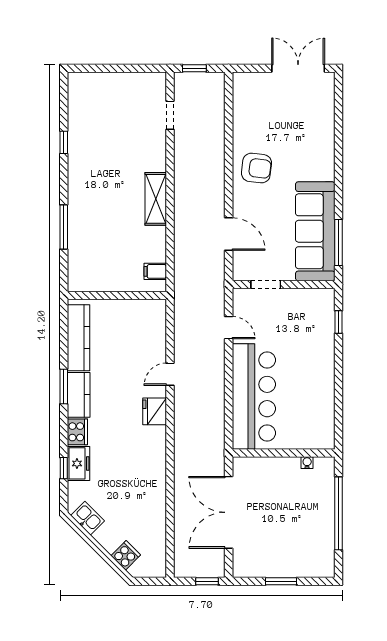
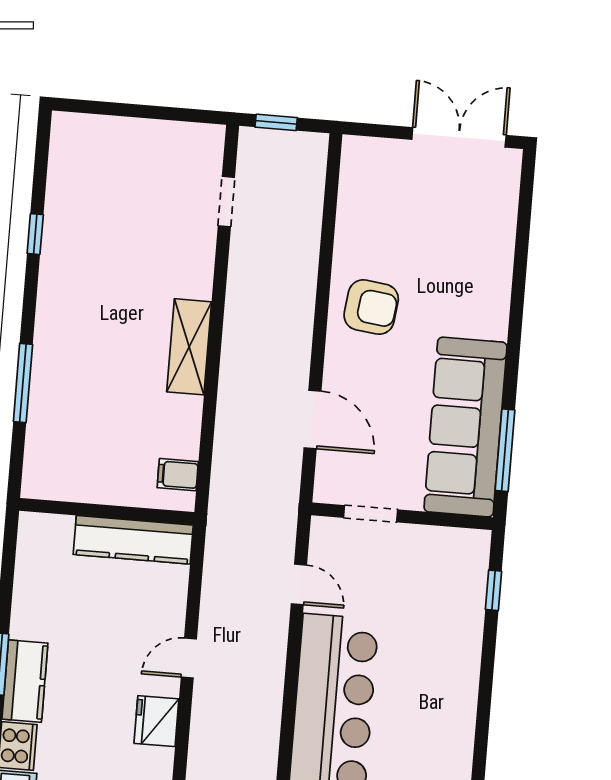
kitchen counter: (78, 338) -> (133, 540), moved, turned 90

